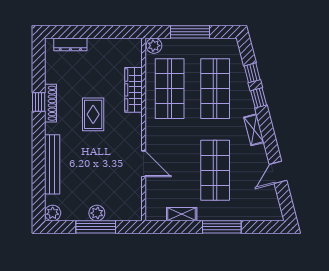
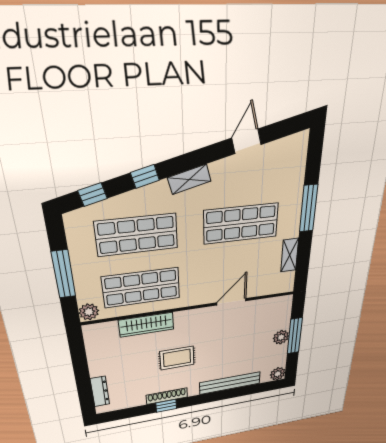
window: (252, 73) -> (93, 195), moved
door: (278, 172) -> (247, 141), swing flipped

